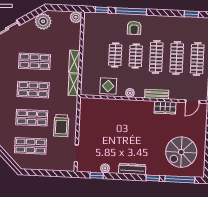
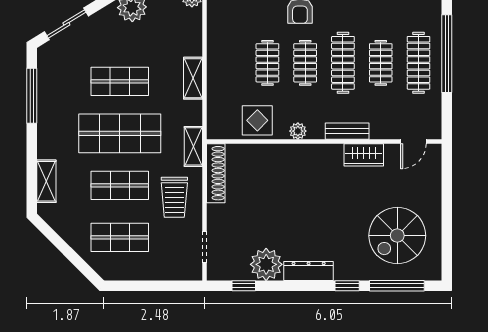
clothes rail: (177, 58) -> (381, 63), width x0.73
shelving: (73, 85) -> (193, 146), moved
shop shelf: (33, 90) -> (120, 133), width x1.43, depth x1.36
shoe rack: (84, 114) -> (216, 173), added
plant: (105, 168) -> (266, 264), width x1.88, depth x1.88

